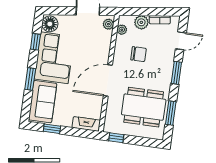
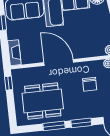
dining table: (144, 107) -> (43, 101), turned 90
window: (171, 113) -> (54, 126), moved

